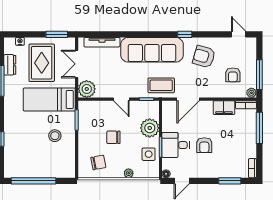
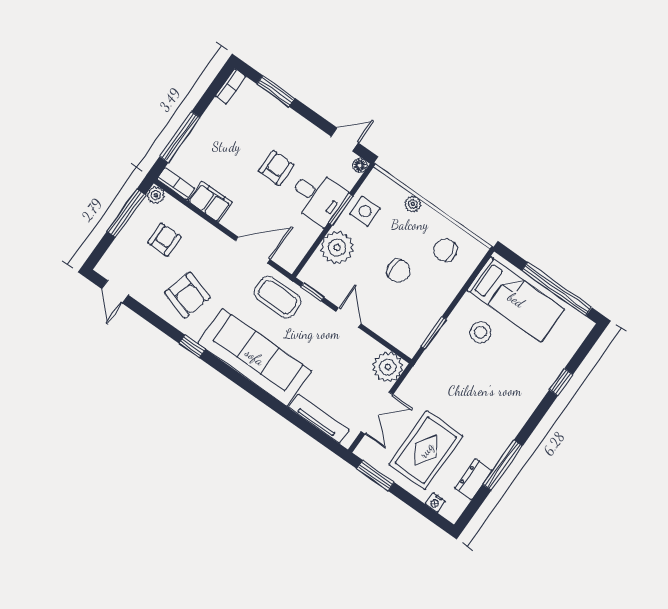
bed: (49, 99) -> (516, 300), moved

